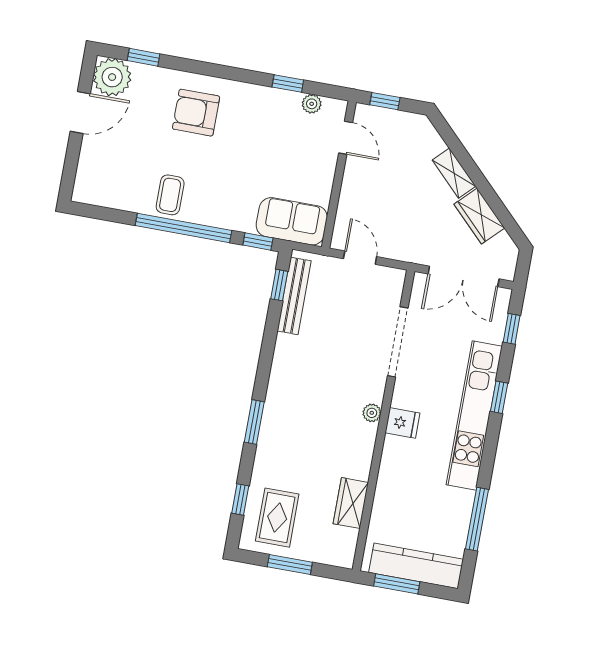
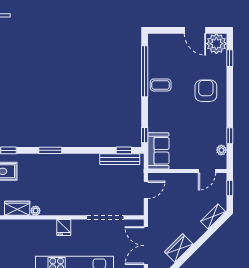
shelving: (454, 173) -> (213, 216), moved
window: (184, 228) -> (145, 71), moved
plant: (372, 413) -> (36, 211), moved

